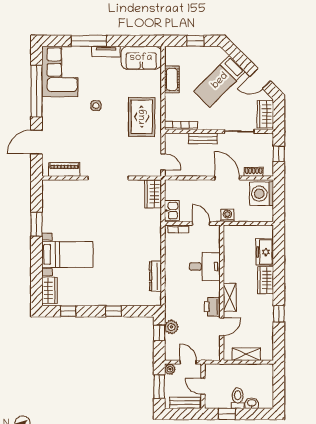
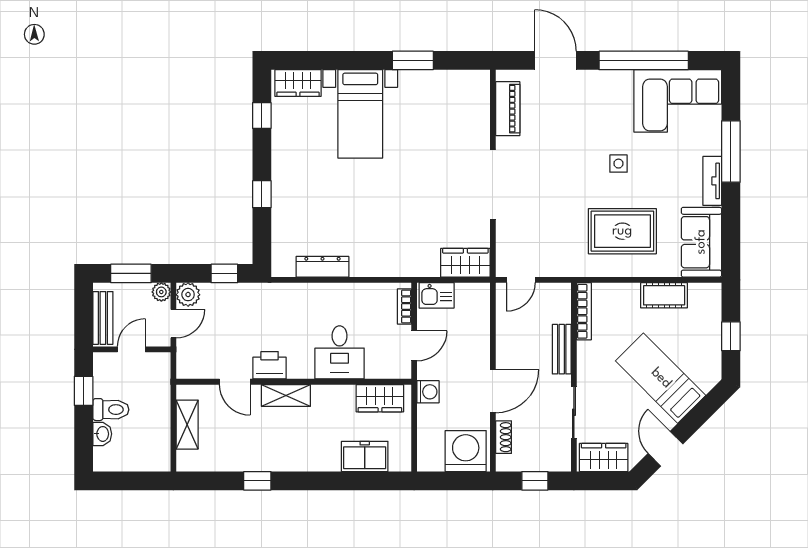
rug: (142, 117) -> (622, 231), moved
wardrobe: (266, 280) -> (380, 398), moved, turned 180
plant: (171, 327) -> (188, 295), moved

